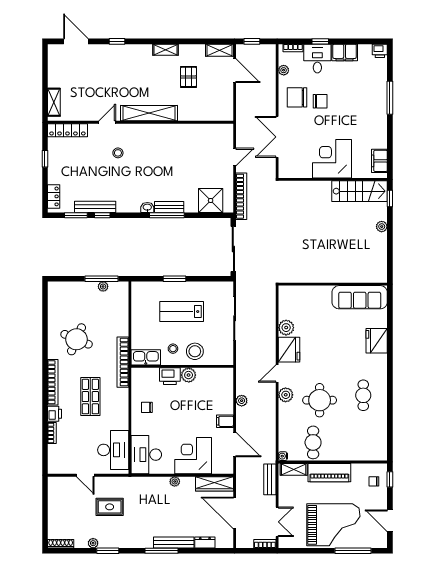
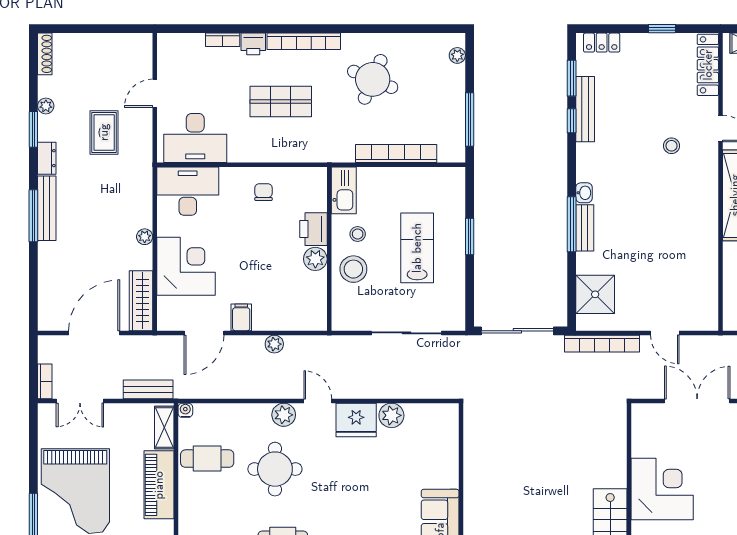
plant: (103, 286) -> (457, 55), moved
bookcase: (123, 362) -> (396, 154), moved
bench: (174, 543) -> (47, 208), moved
dresser: (205, 543) -> (47, 158), moved

